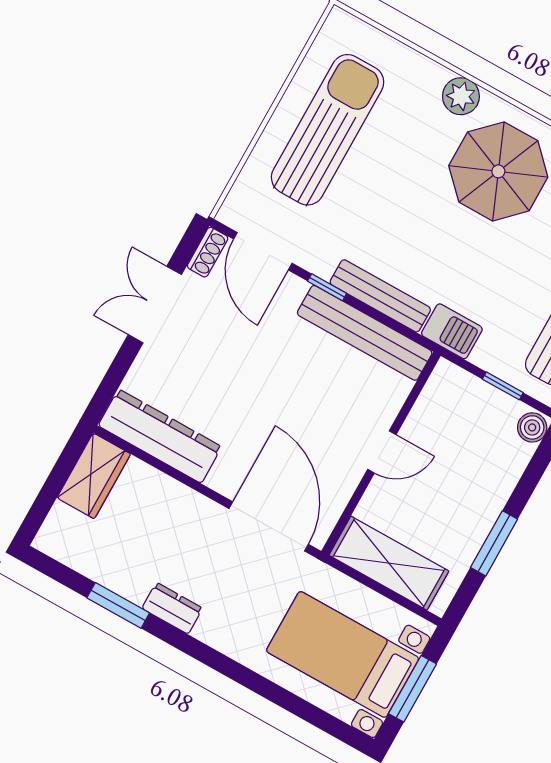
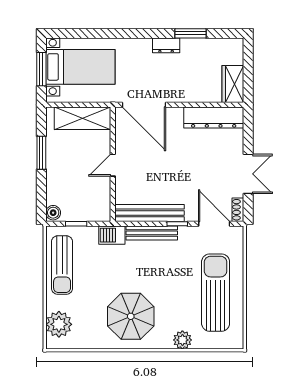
plant: (461, 96) -> (182, 340), moved
sun lounger: (328, 130) -> (216, 293), turned 180

